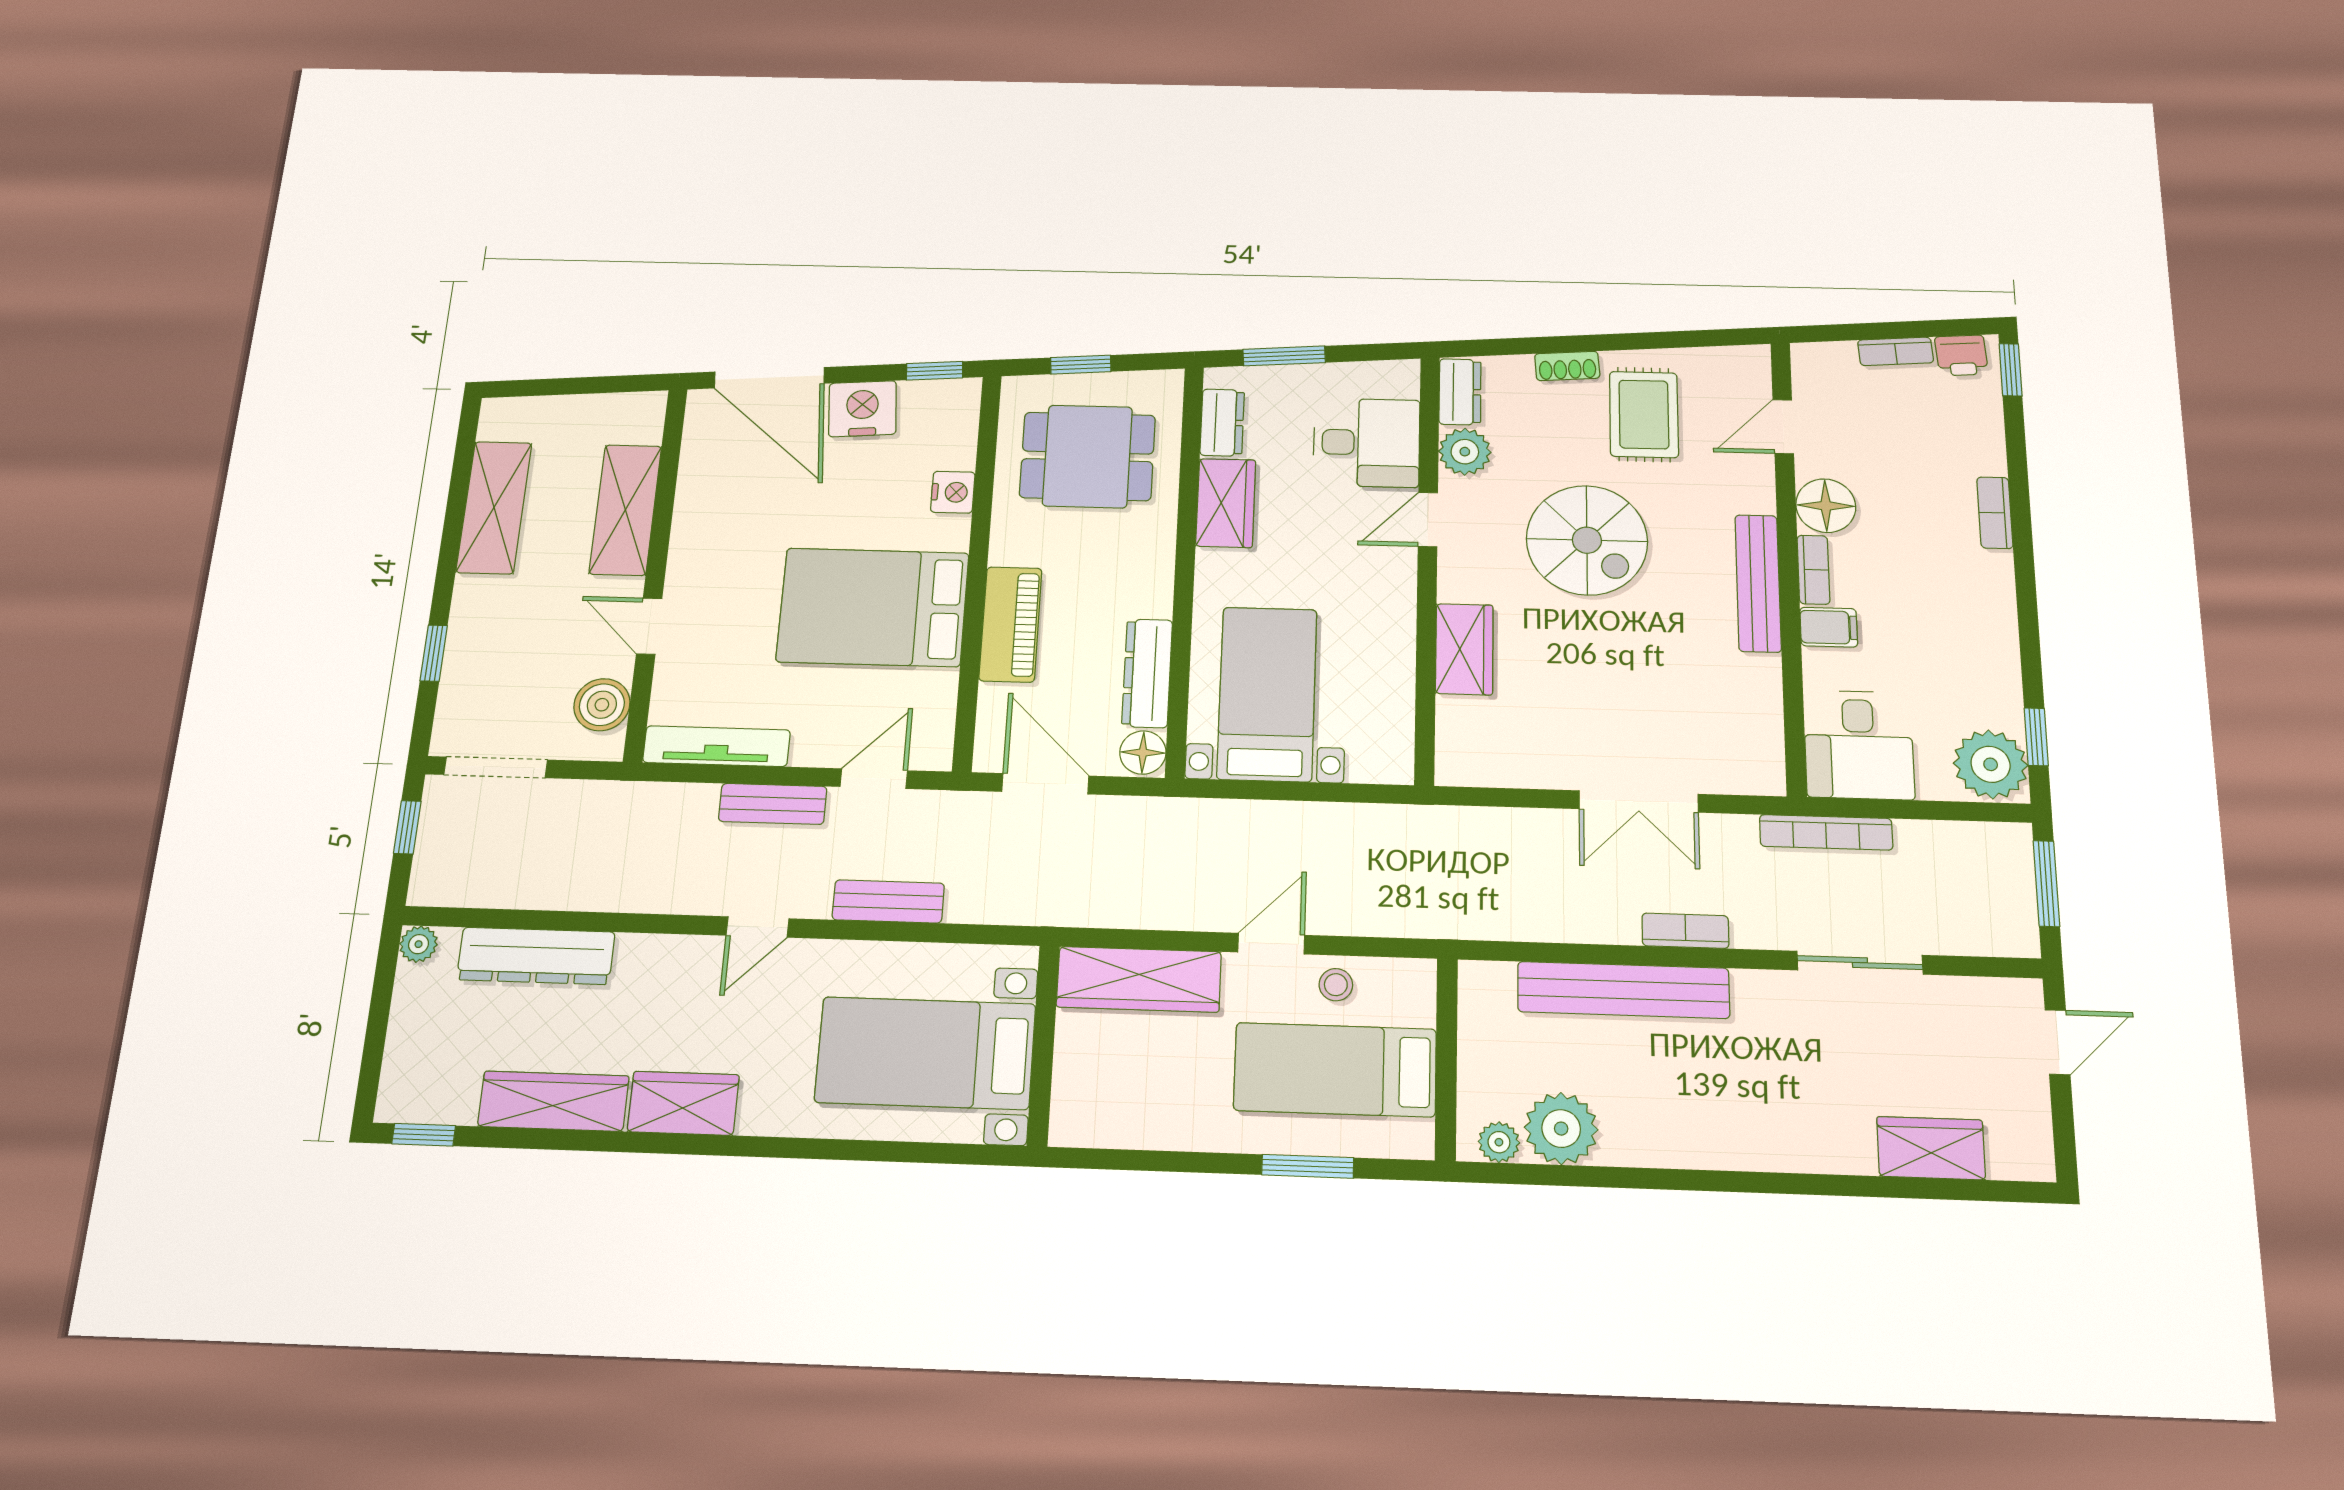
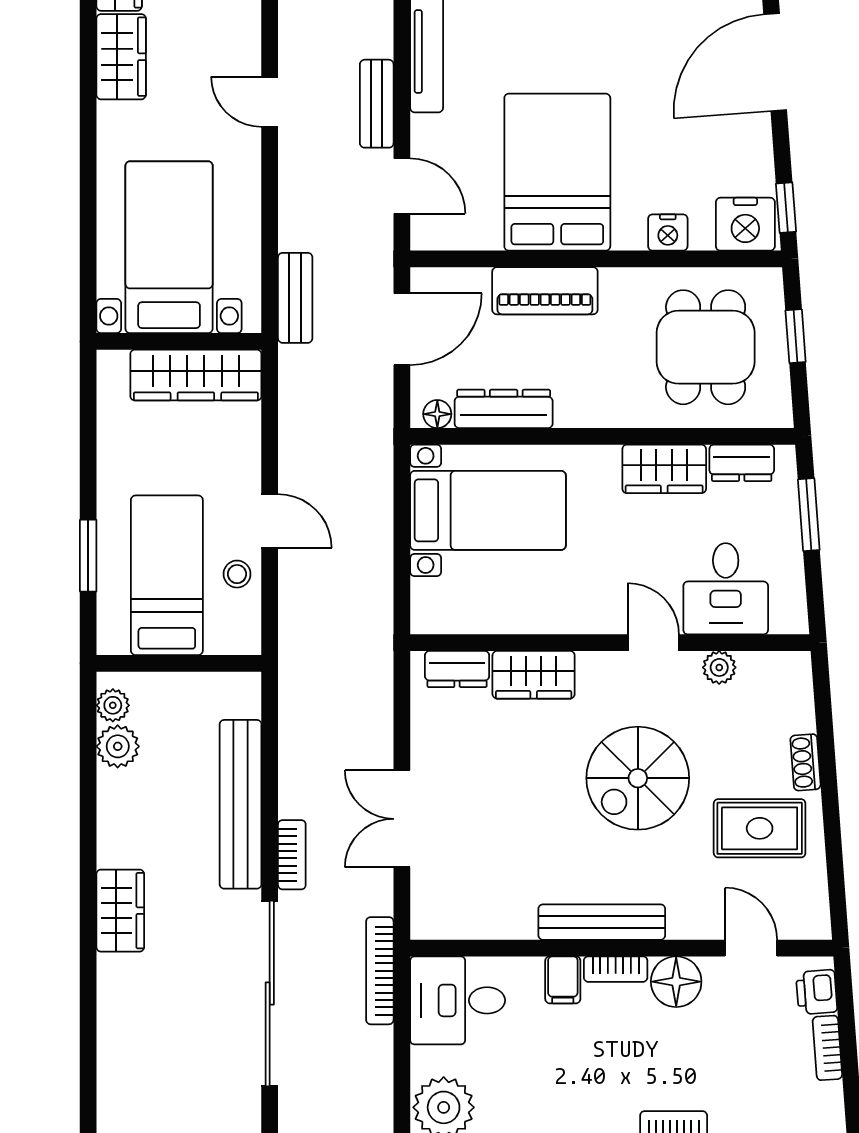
printer: (1961, 355) -> (817, 992), moved
dresser: (1460, 392) -> (457, 669), moved
nightstand: (862, 409) -> (745, 224), moved, turned 94
plant: (1465, 452) -> (719, 667), width x0.73, depth x0.73
floor lamp: (1143, 753) -> (437, 414), width x0.73, depth x0.73
bench: (888, 901) -> (295, 298), moved
sliding door: (1860, 963) -> (270, 994), width x1.86
wardrobe: (1139, 979) -> (196, 375), moved, turned -90
plant: (1561, 1129) -> (118, 746), width x0.73, depth x0.73
wardrobe: (1931, 1148) -> (120, 911), moved

